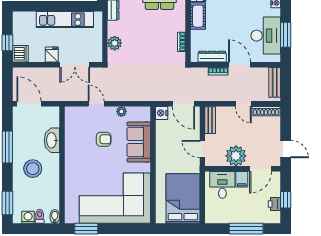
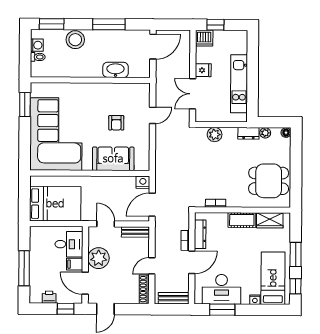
plant: (121, 111) -> (145, 141), removed
door: (202, 149) -> (106, 224), hinge flipped
stool: (33, 169) -> (75, 40), moved
window: (286, 200) -> (66, 309), moved
bidet: (55, 217) -> (37, 72), removed

